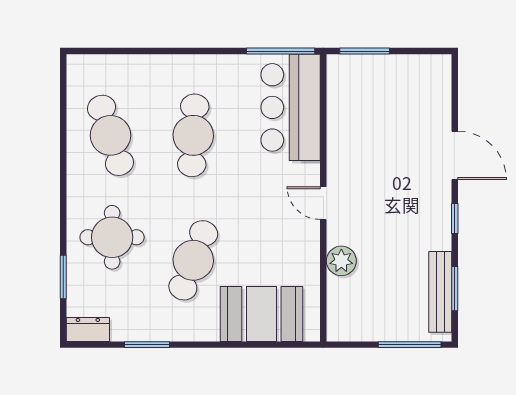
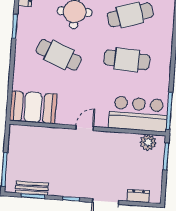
dresser: (440, 96) -> (138, 196), added
plant: (341, 261) -> (148, 142), moved
bench: (440, 292) -> (32, 188), width x0.73
booth: (261, 314) -> (33, 107), moved, turned 90

